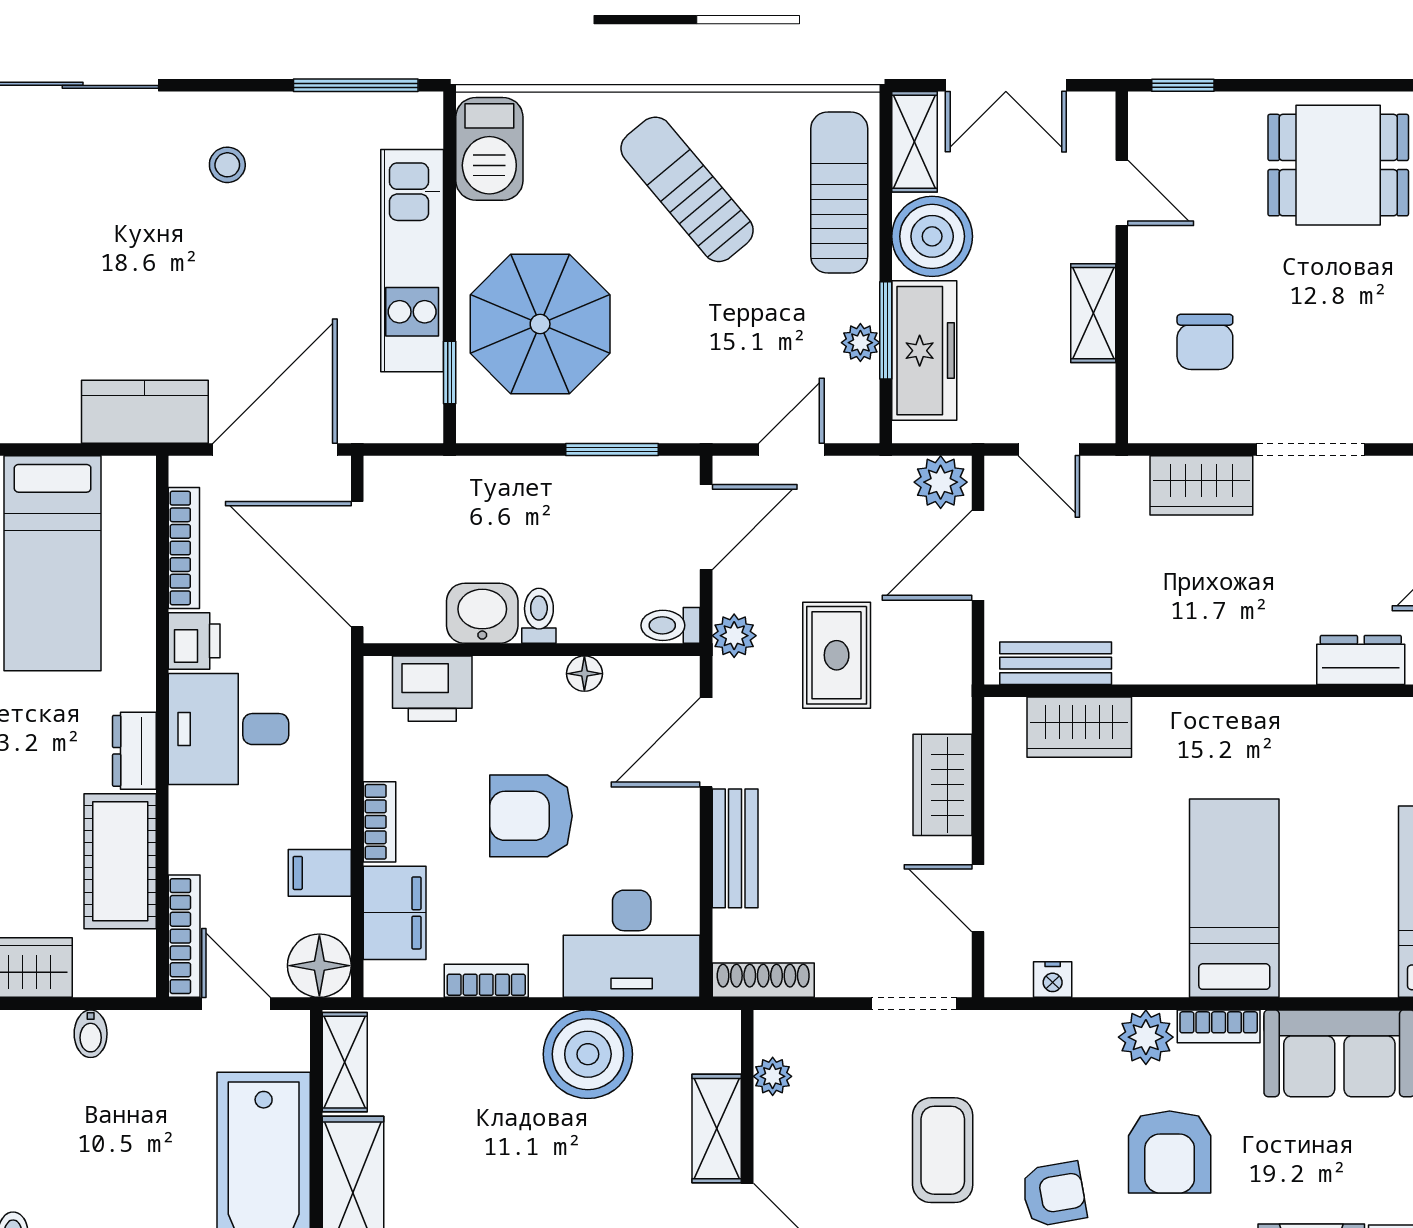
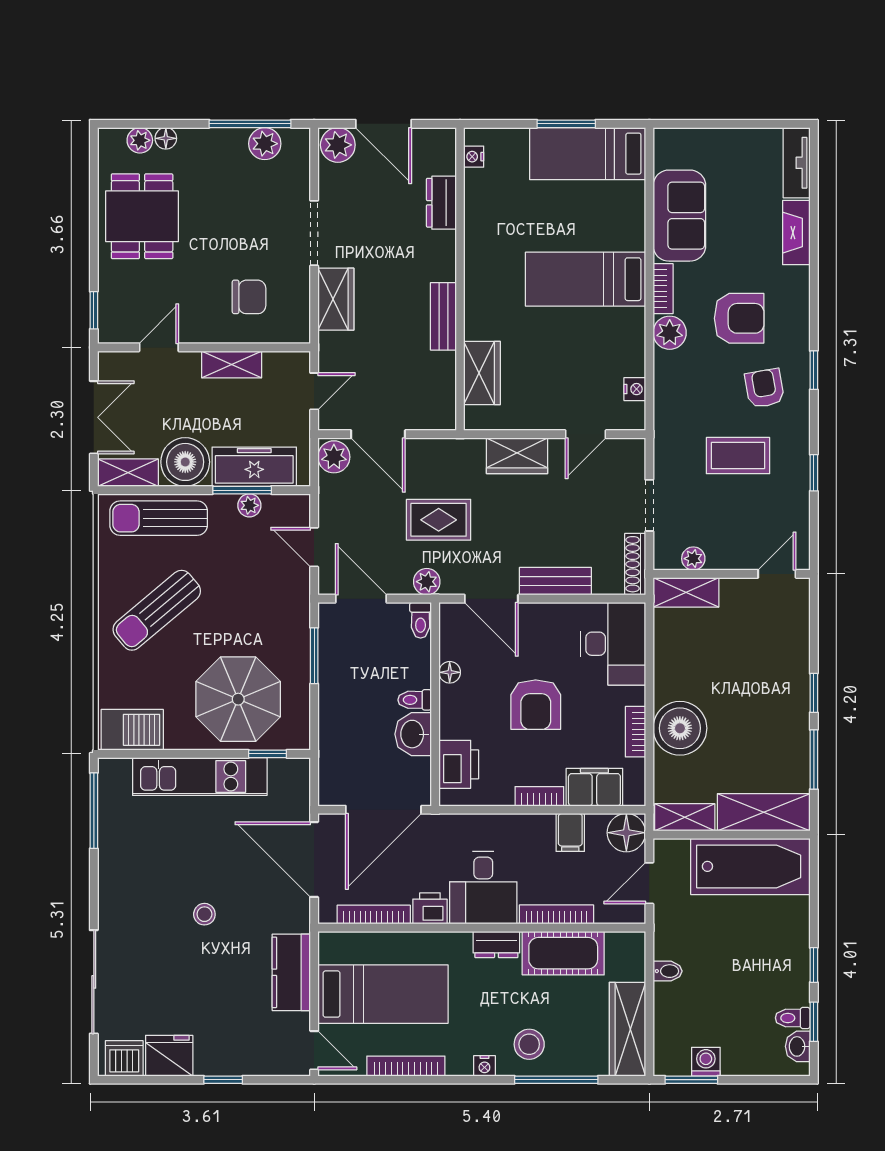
stool: (227, 165) -> (204, 914), moved
kitchen counter: (145, 412) -> (291, 972), moved
bench: (1056, 663) -> (443, 316), moved
bookcase: (184, 936) -> (556, 914), moved
doorway: (914, 1004) -> (649, 505), moved
boiler: (588, 1054) -> (680, 728), moved
shelving: (717, 1129) -> (686, 592), moved

